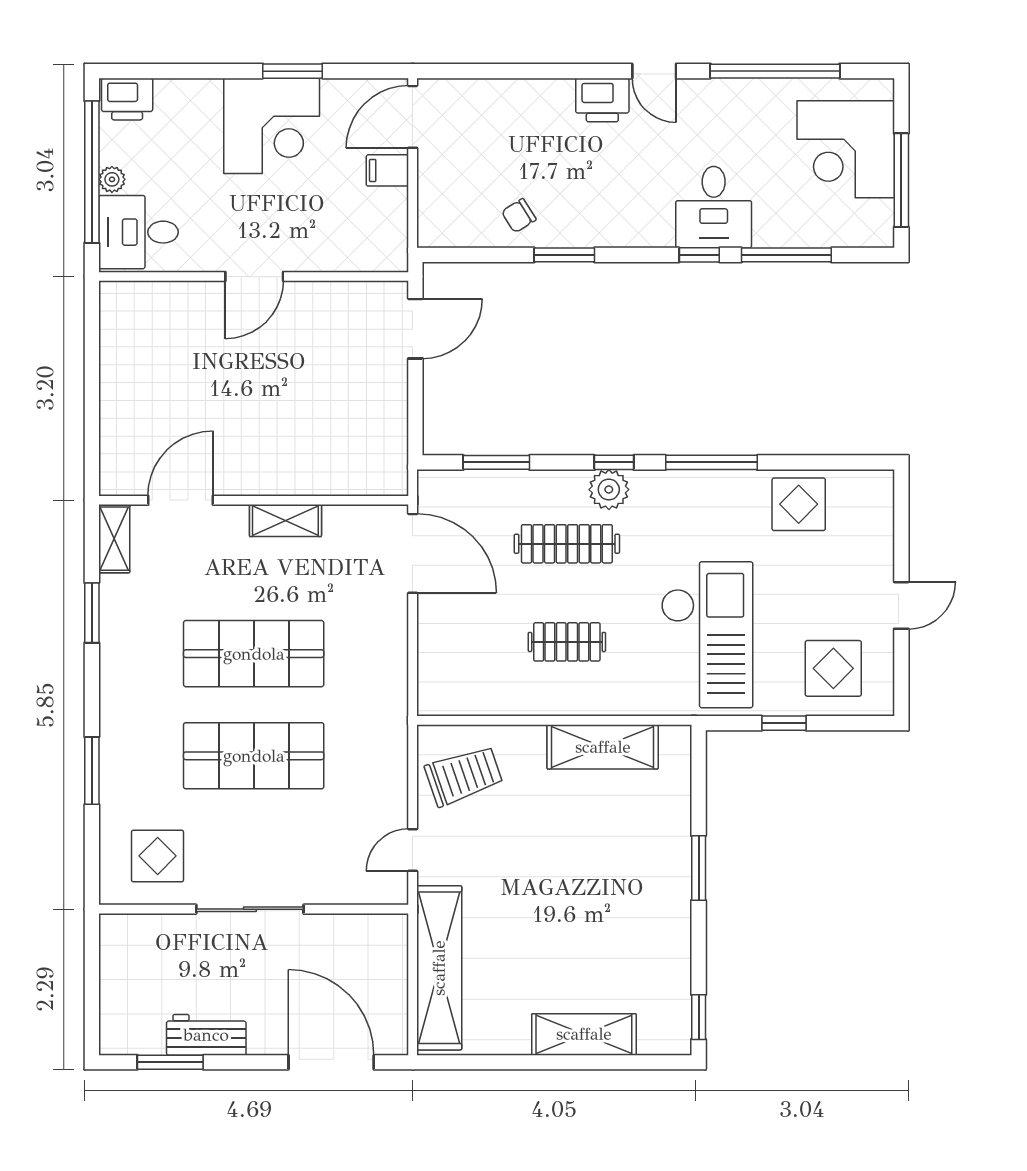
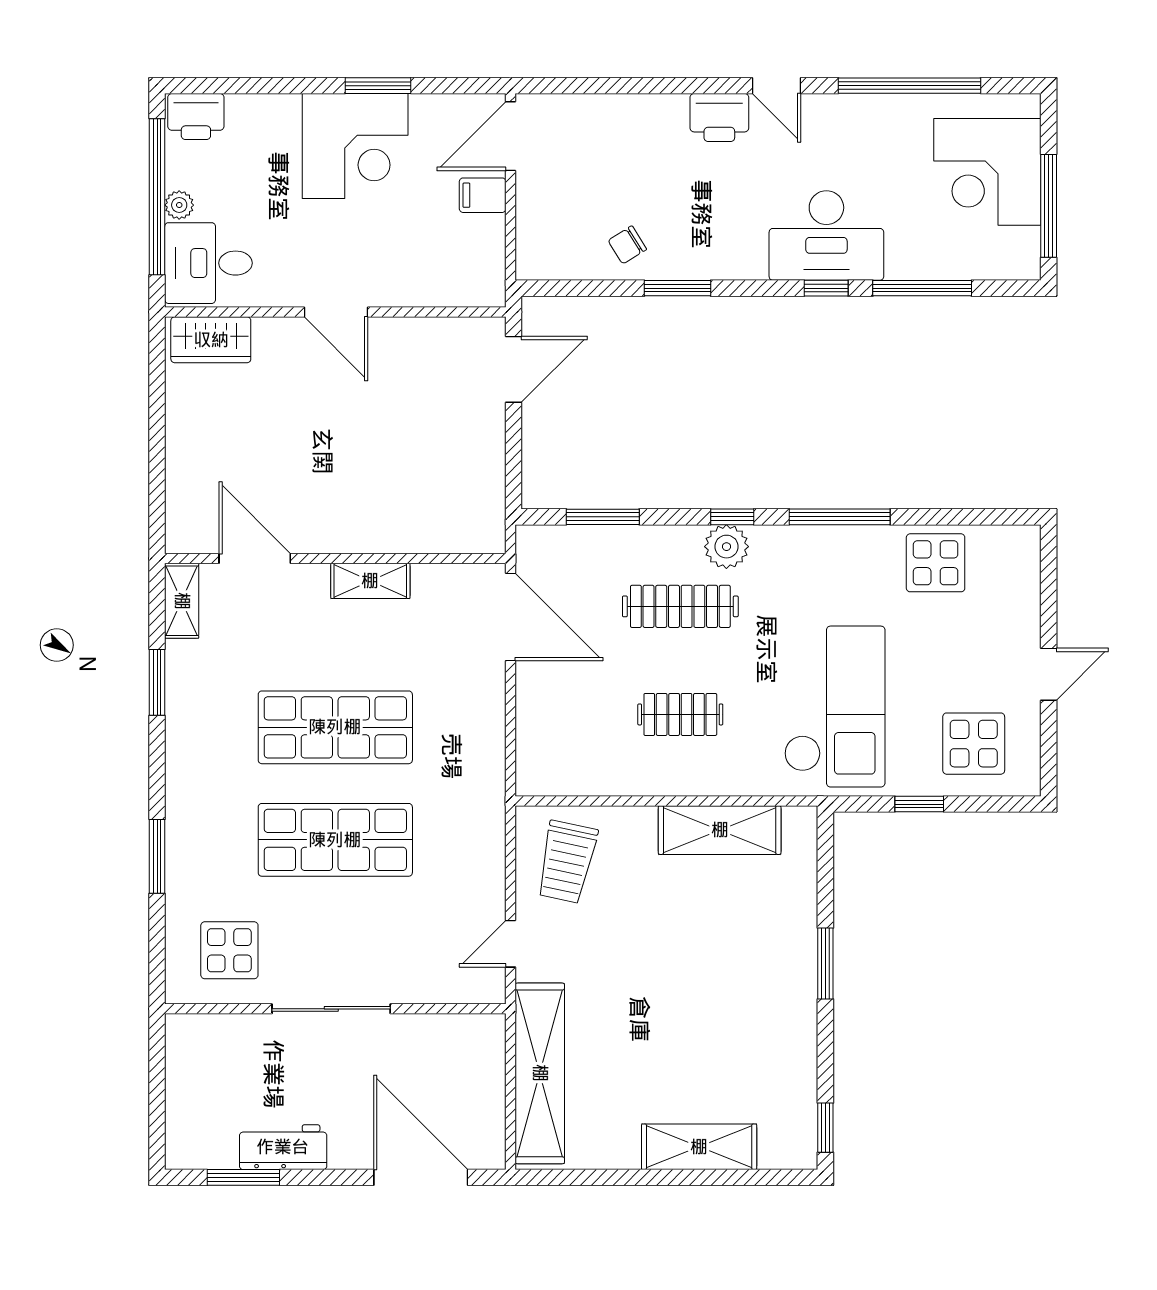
desk: (714, 207) -> (826, 235), width x1.37
door: (254, 277) -> (336, 312), hinge flipped
wardrobe: (141, 302) -> (211, 340), added
door: (180, 500) -> (255, 558), hinge flipped
trolley: (464, 776) -> (567, 862), turned 121

